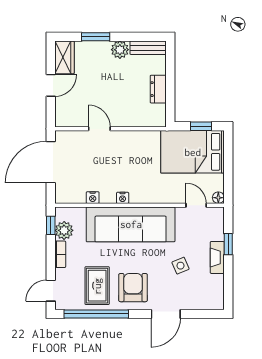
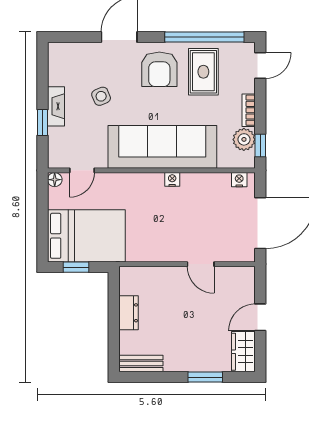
plant: (120, 50) -> (175, 361), removed
nightstand: (93, 198) -> (239, 180), moved
door: (196, 205) -> (82, 170), hinge flipped

